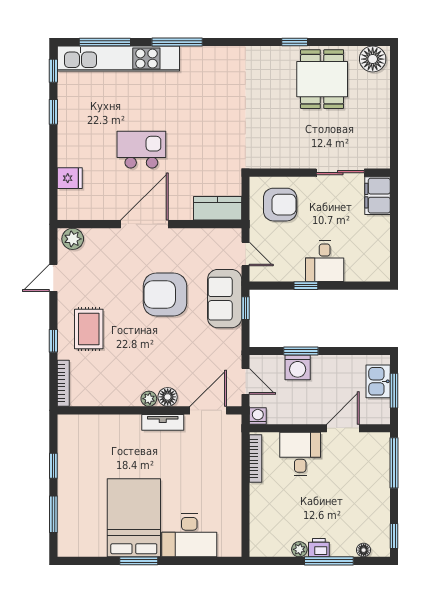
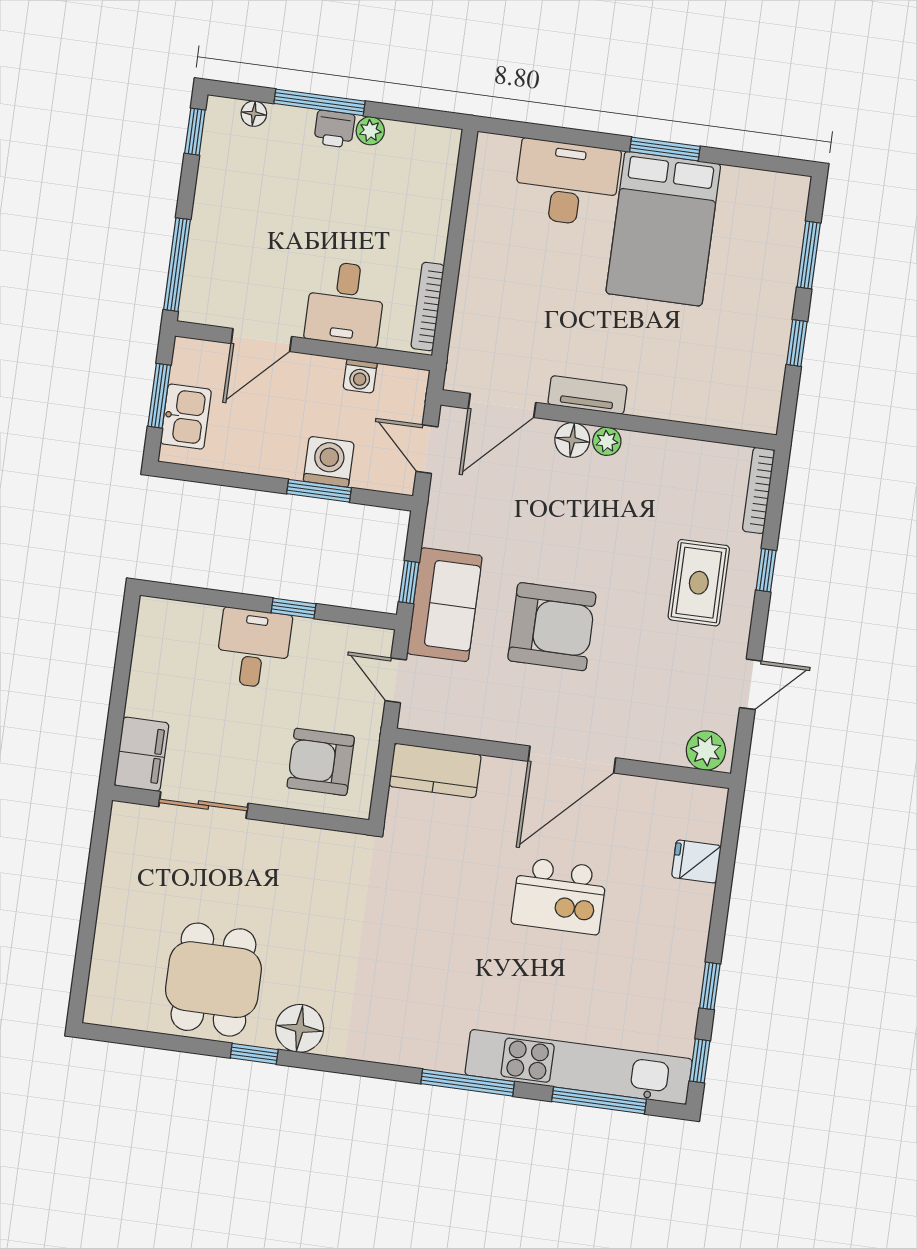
floor lamp: (373, 59) -> (300, 1028), moved
washing machine: (258, 416) -> (360, 376), moved

